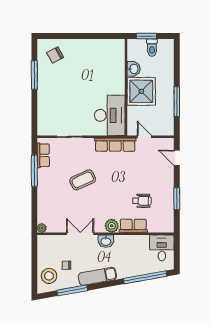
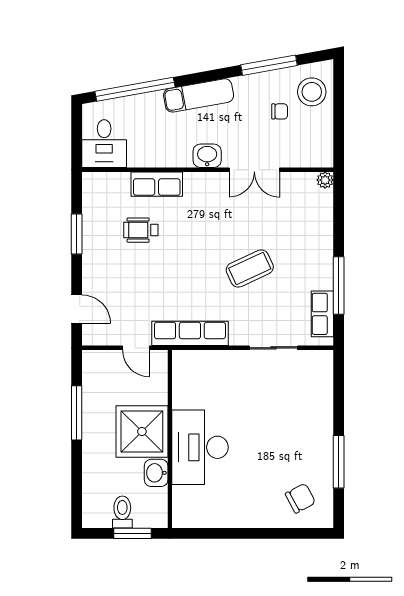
desk: (110, 115) -> (200, 447), moved
plant: (112, 226) -> (196, 184), removed
exam couch: (97, 276) -> (199, 95), moved

